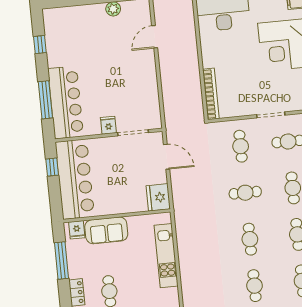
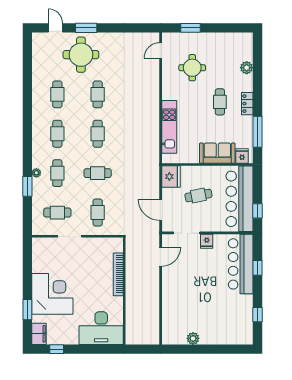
door: (155, 37) -> (161, 257), moved
bookcase: (211, 94) -> (118, 274), moved
window: (45, 100) -> (257, 268), width x0.46
cafe table: (124, 178) -> (198, 196), added

